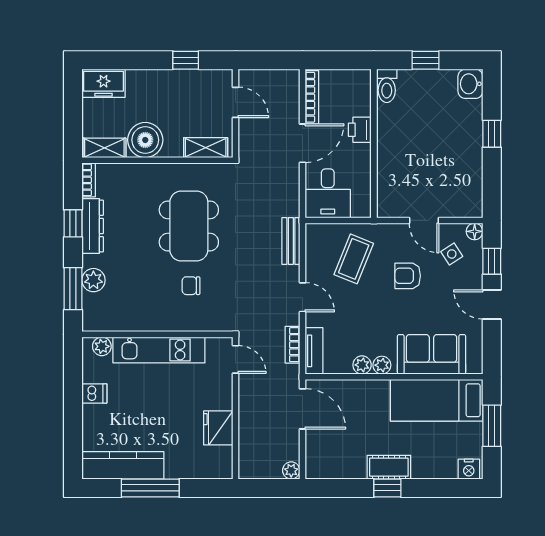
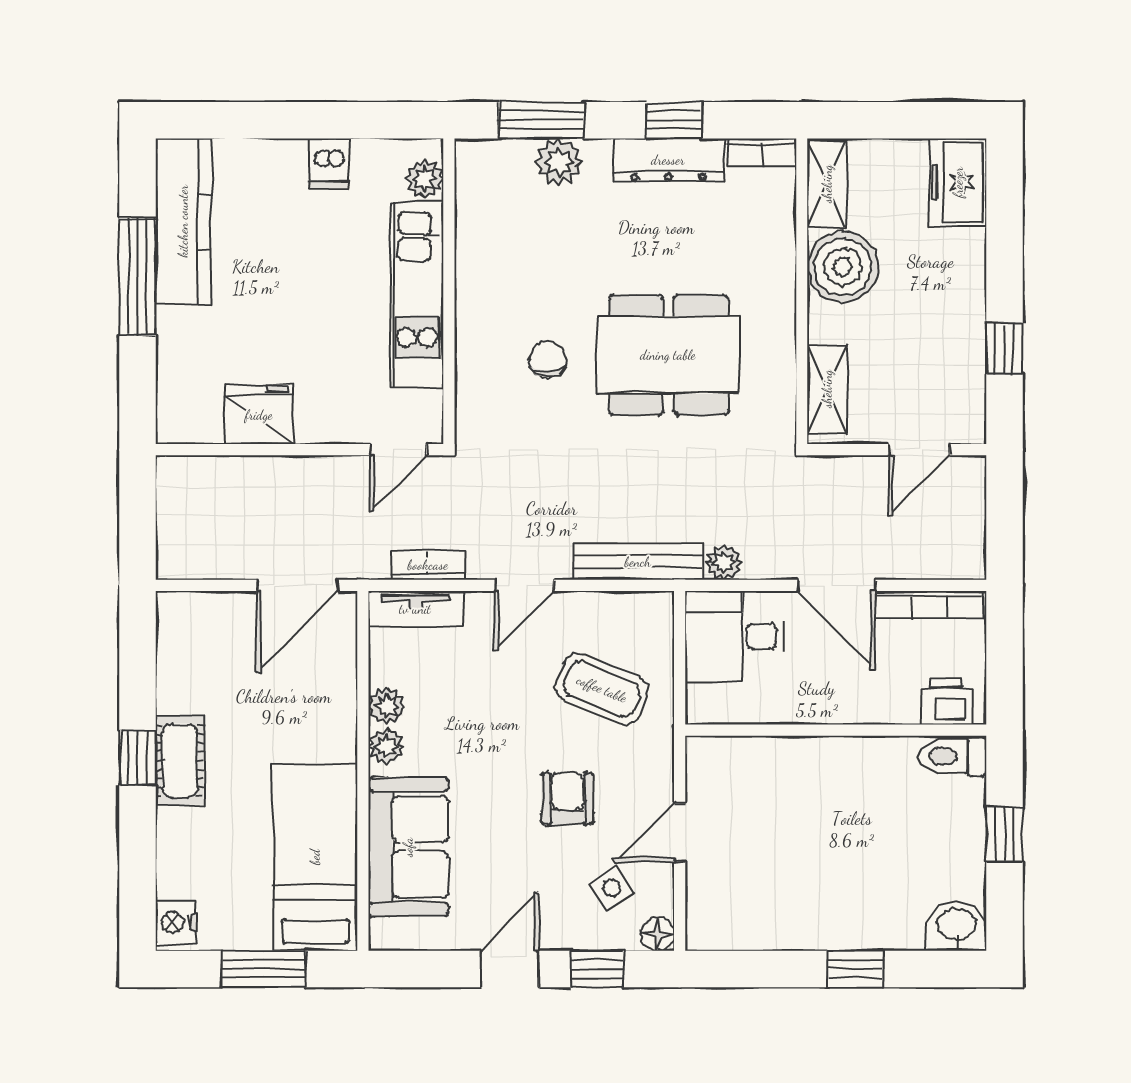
printer: (360, 130) -> (947, 702), moved
bench: (291, 241) -> (638, 562), width x1.36
plant: (291, 470) -> (724, 563), moved

